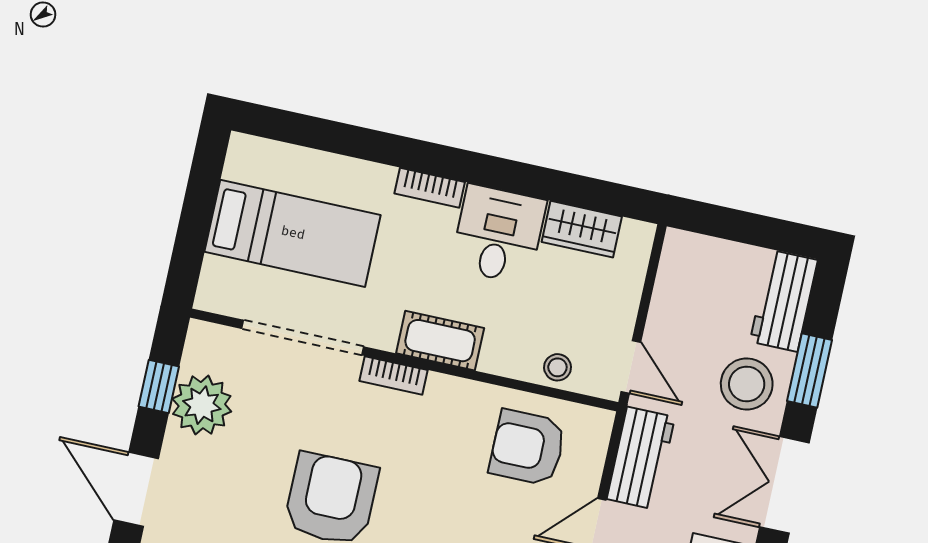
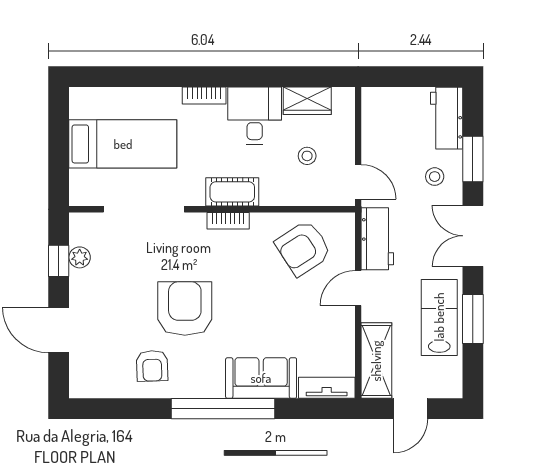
stool: (557, 367) -> (307, 156), moved
bookcase: (393, 376) -> (228, 221), moved
stool: (747, 384) -> (435, 177), width x0.53, depth x0.53
plant: (202, 405) -> (80, 257), width x0.53, depth x0.53
armchair: (527, 448) -> (303, 248), turned -33

